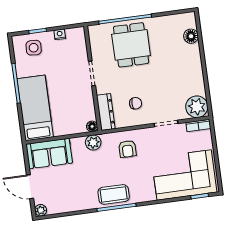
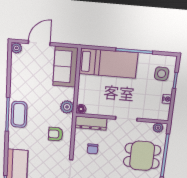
plant: (94, 36) -> (158, 128), added

